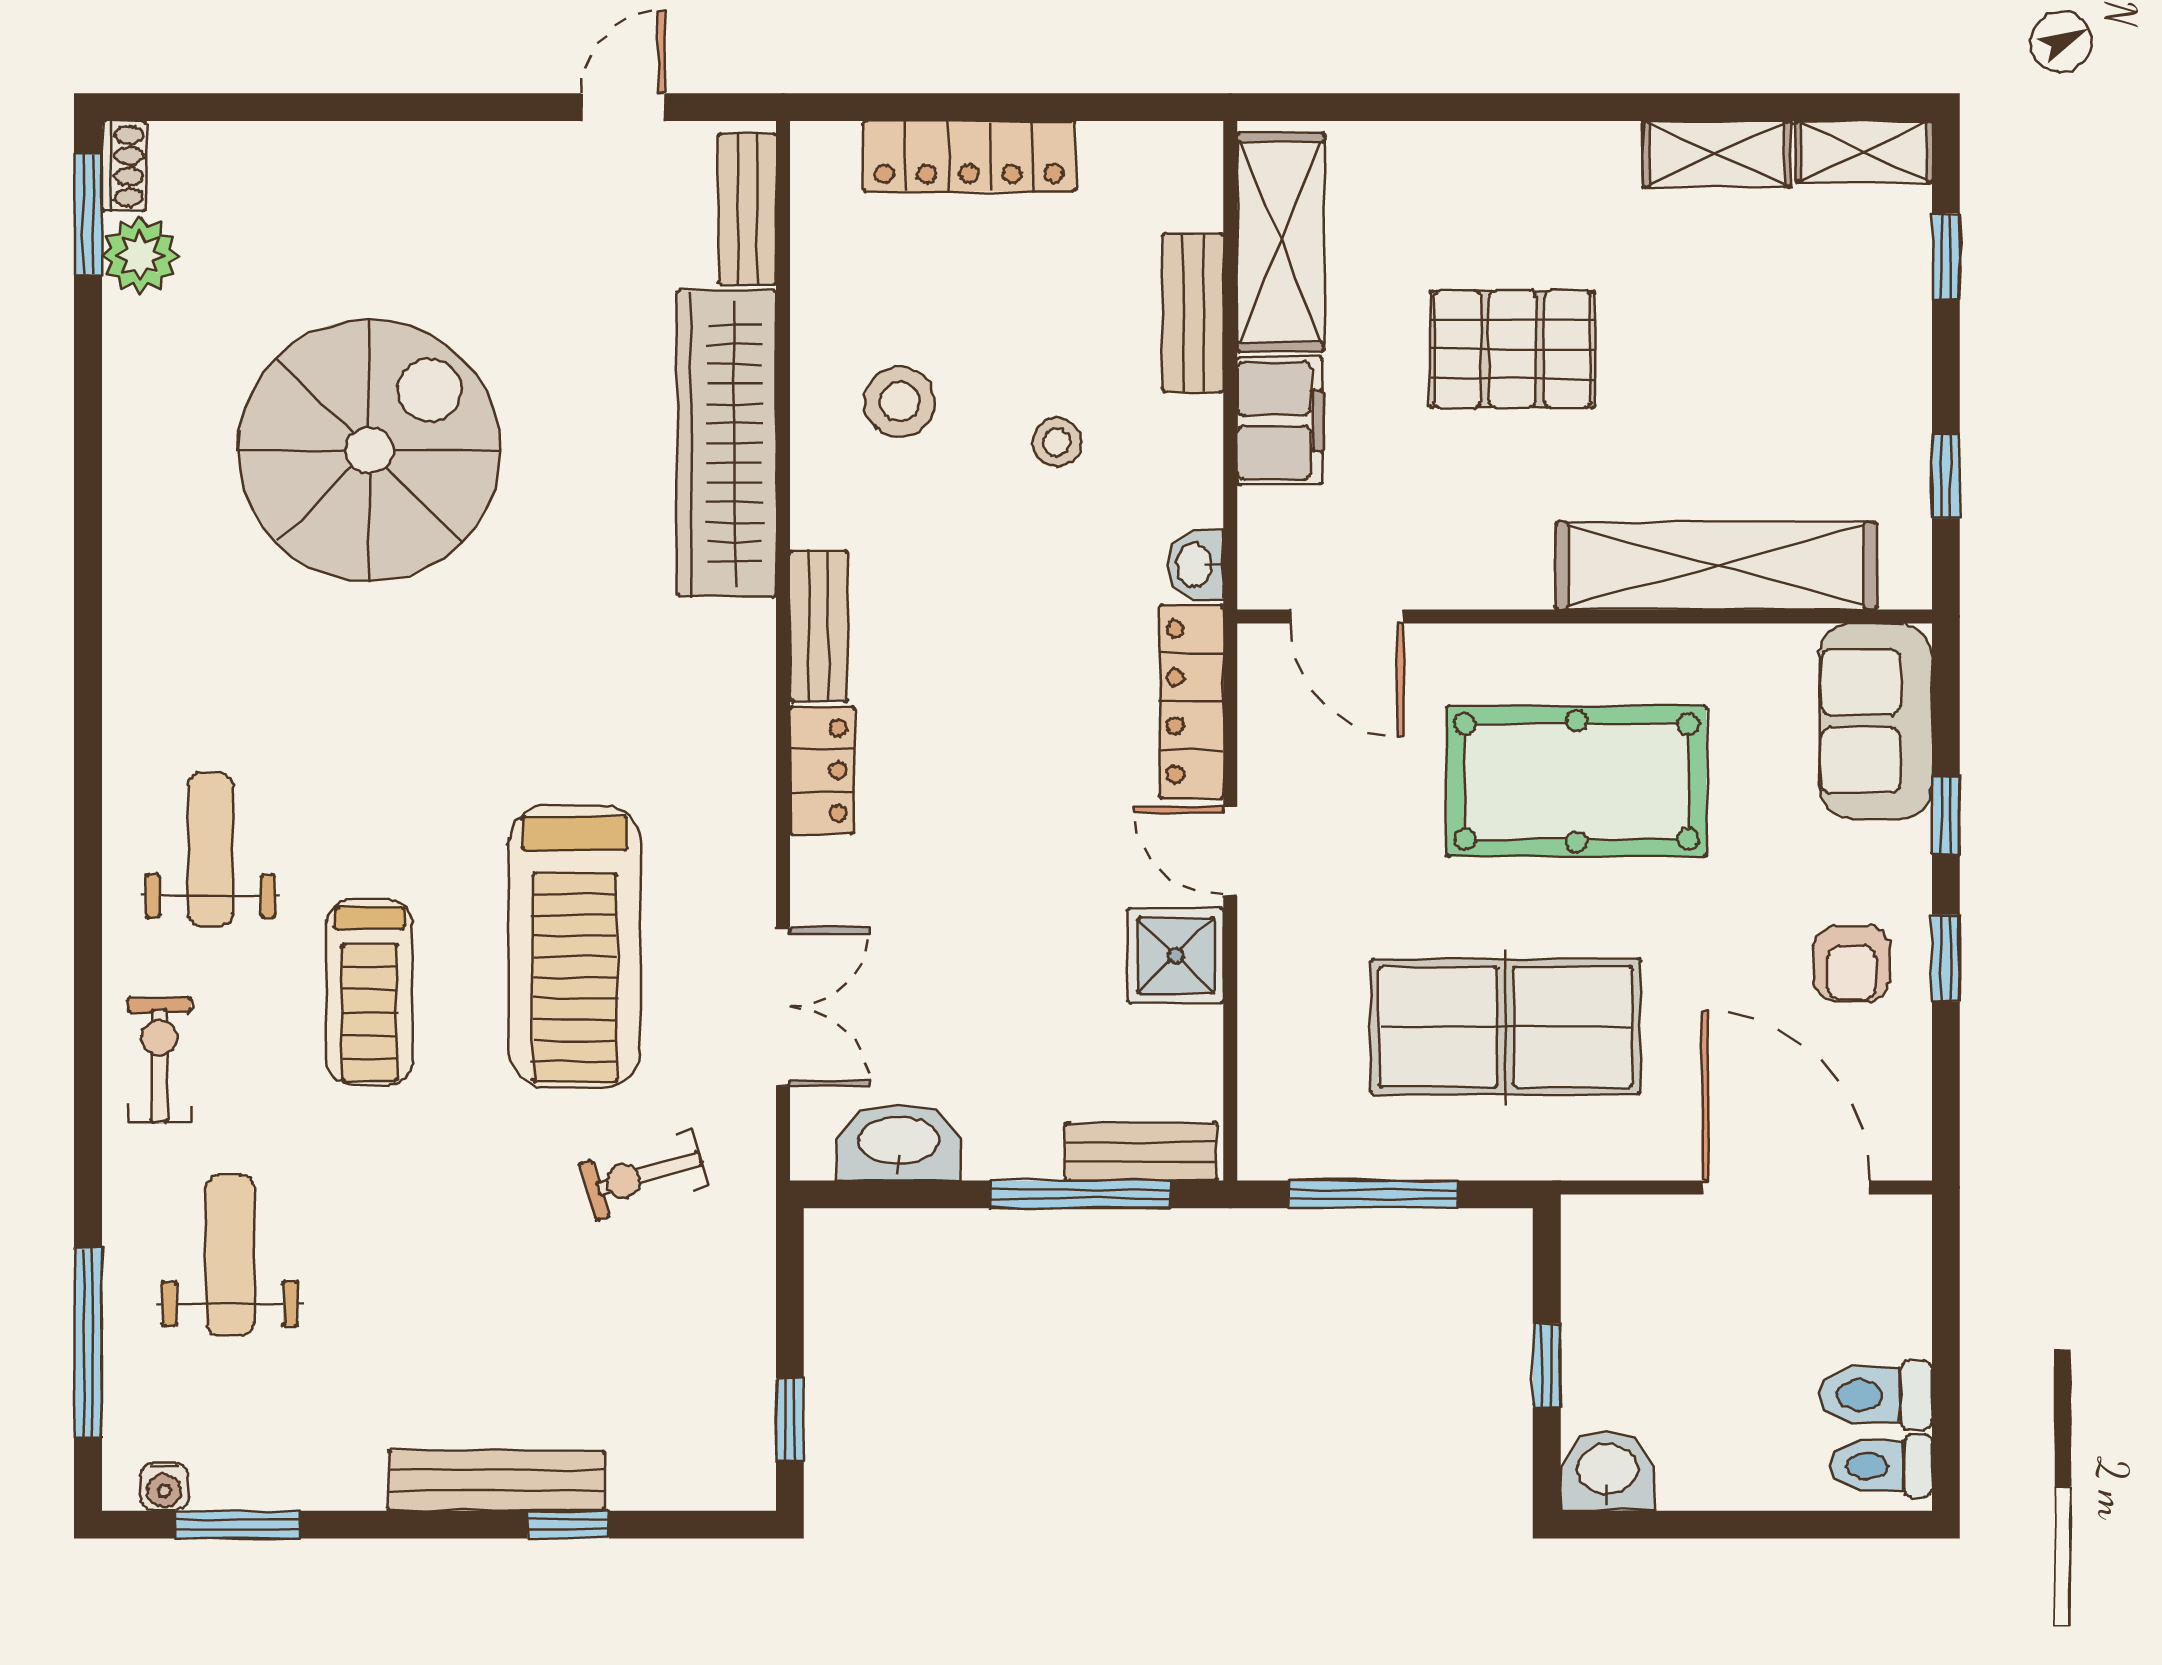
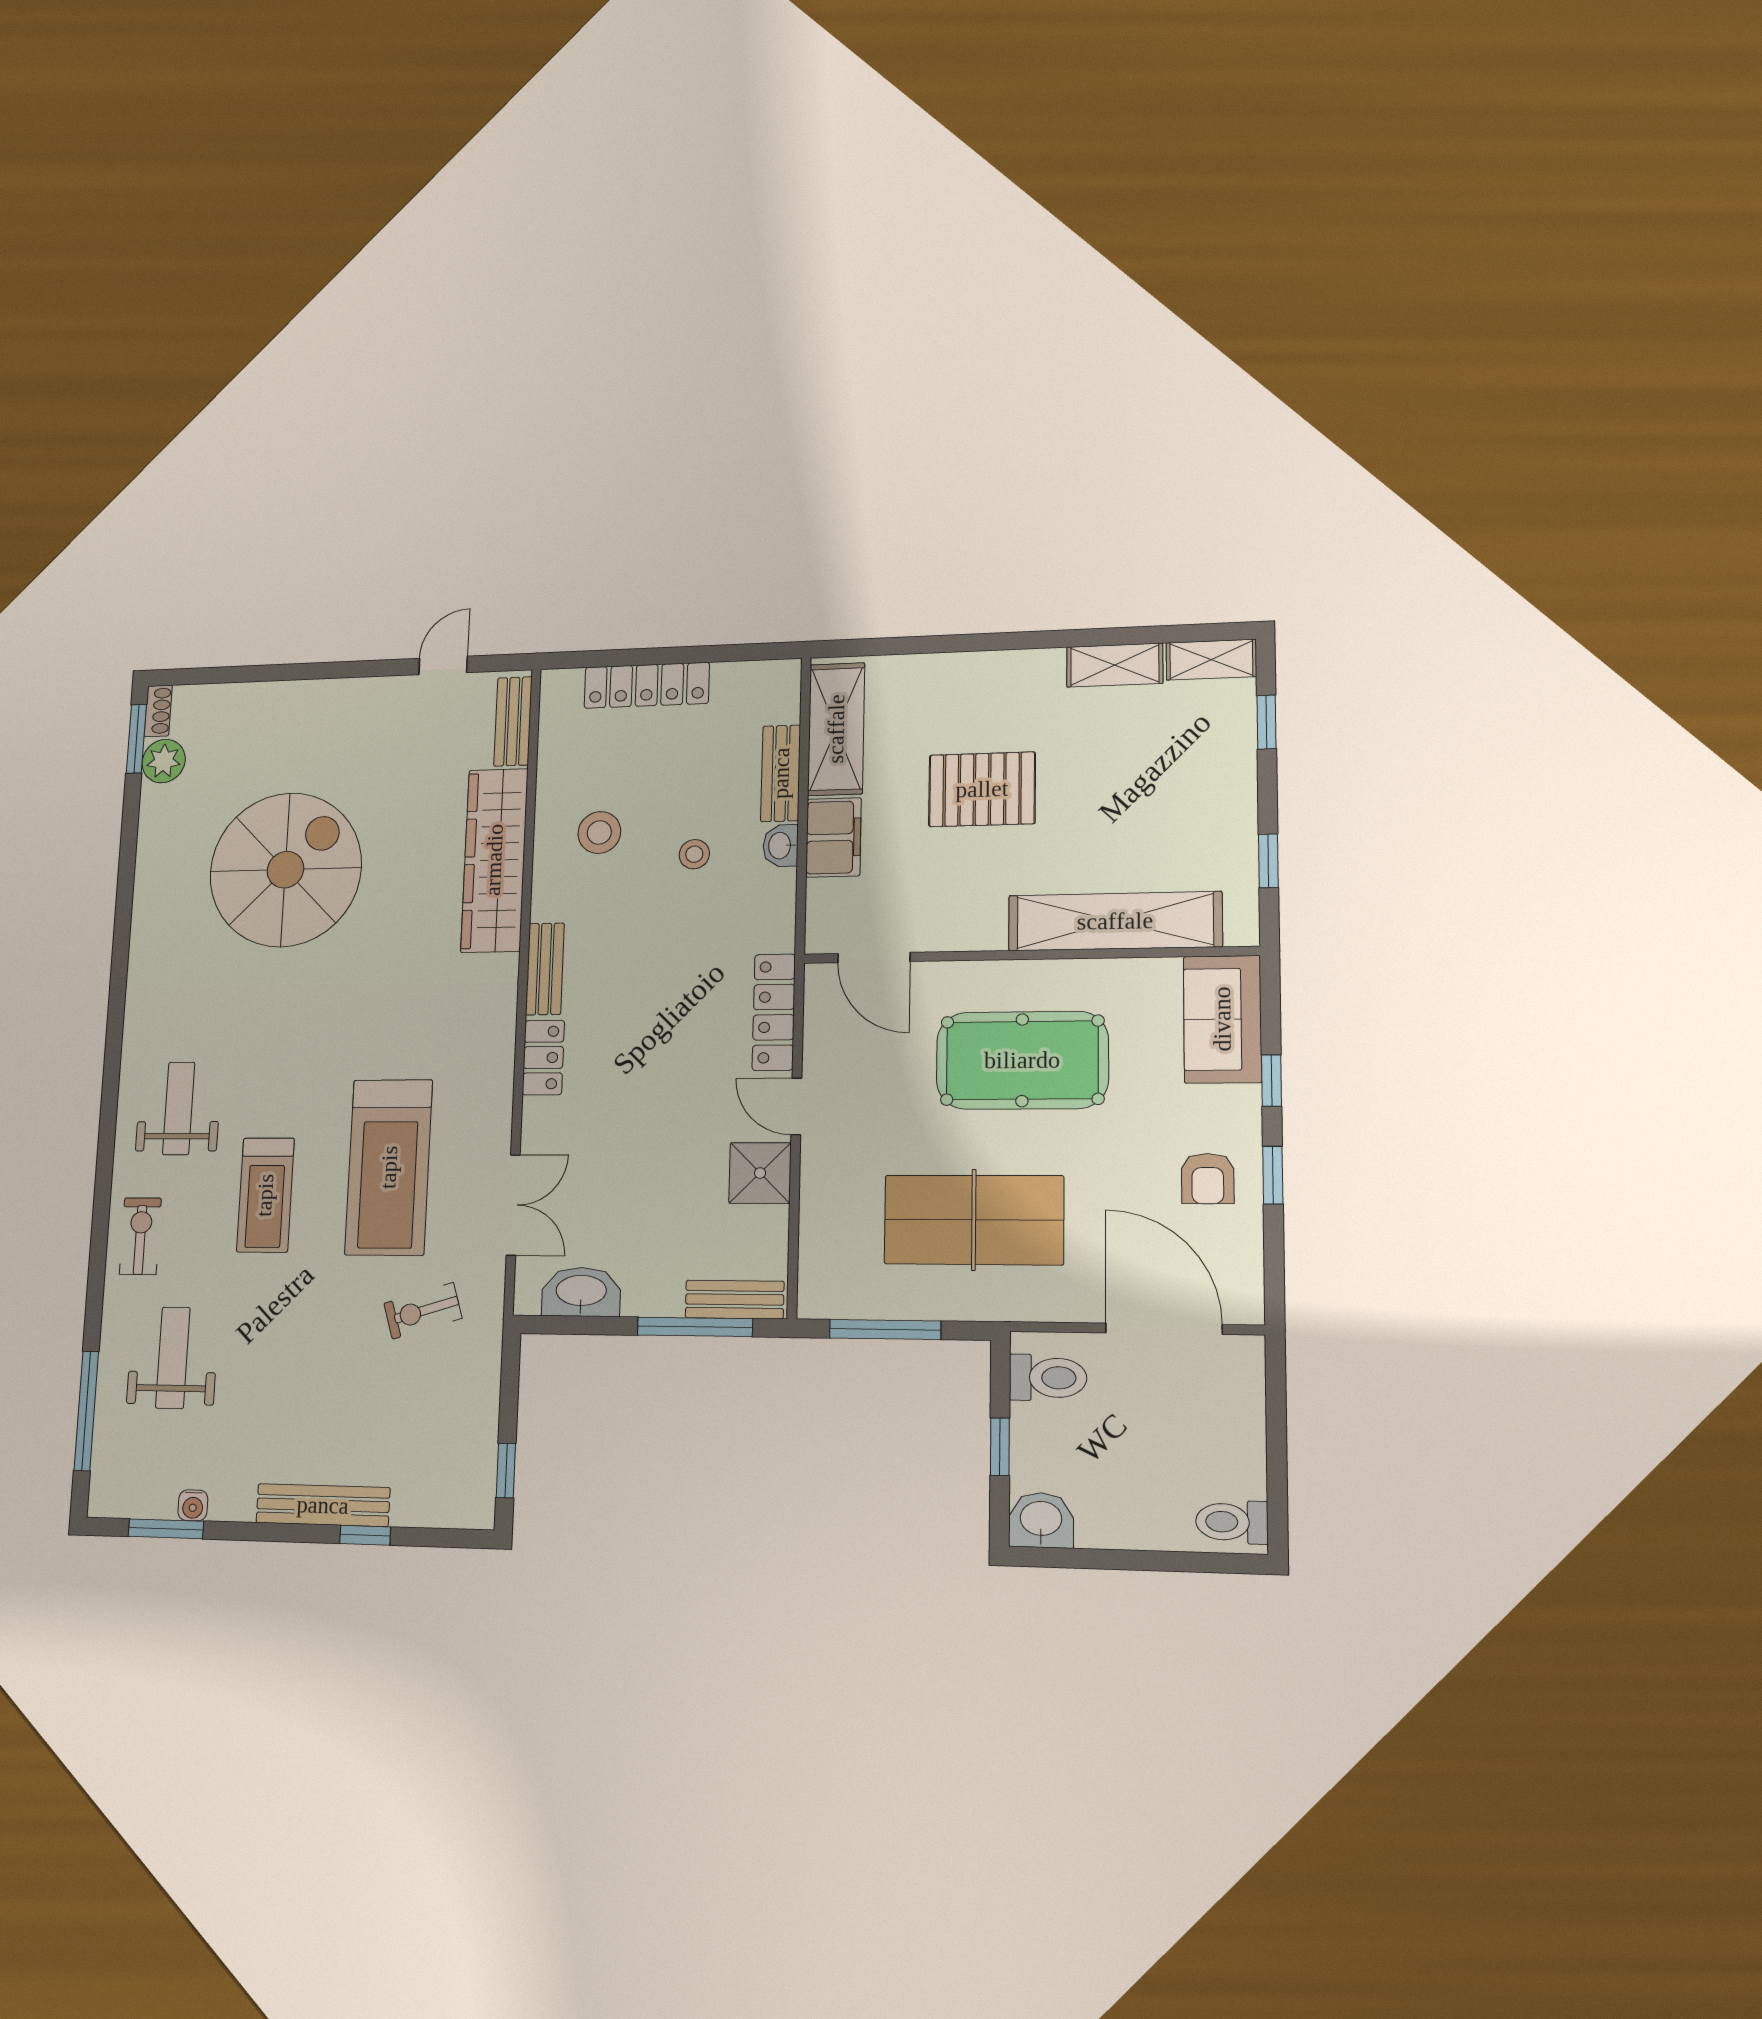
washbasin: (1196, 565) -> (781, 846), moved
toilet: (1875, 1395) -> (1048, 1378), moved, turned 180
water cooler: (164, 1487) -> (193, 1505), moved

